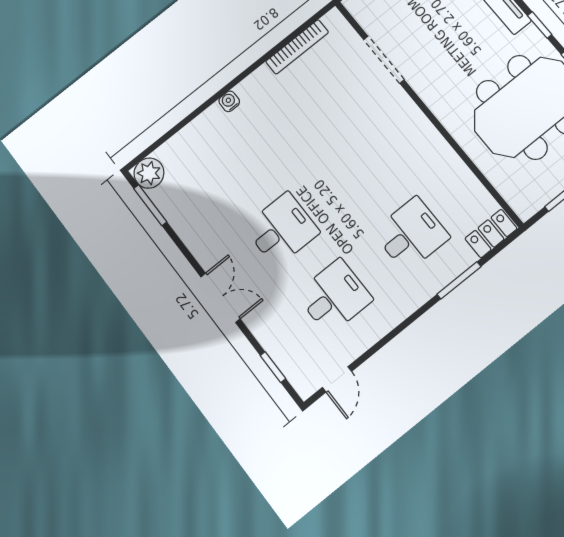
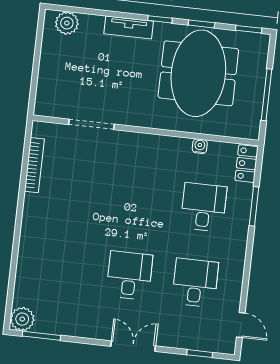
water cooler: (229, 101) -> (200, 146), moved, turned 90

